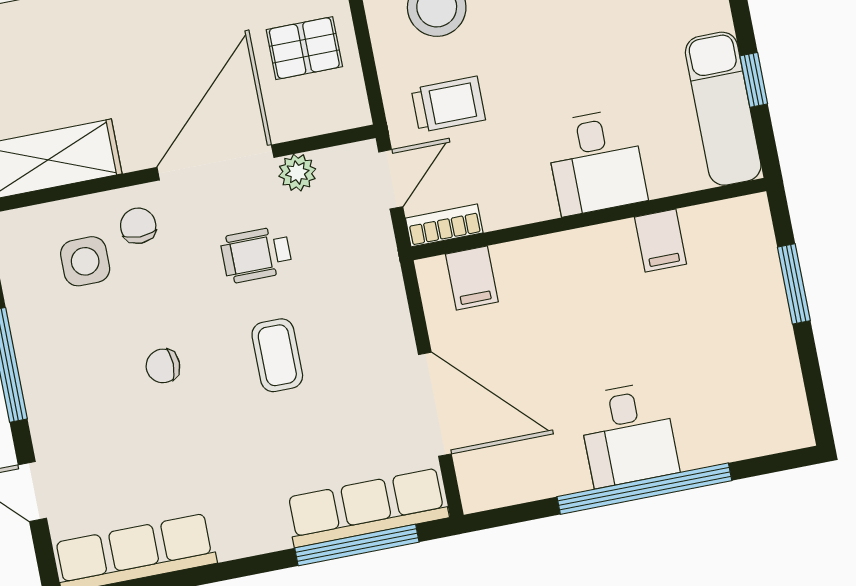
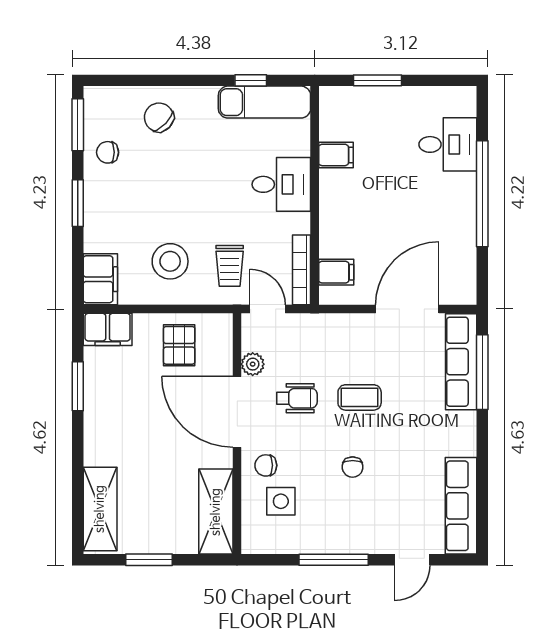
trolley: (448, 104) -> (230, 266), turned 180
bookcase: (444, 225) -> (302, 270), width x1.56
wheelchair: (256, 255) -> (297, 398), turned -90
desk: (628, 434) -> (448, 144), moved

